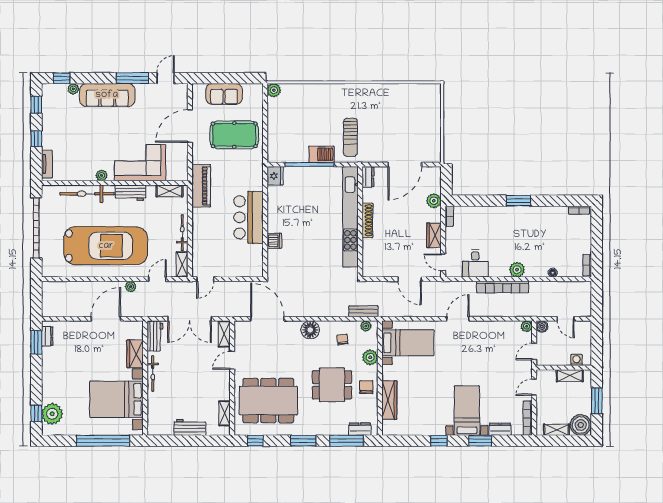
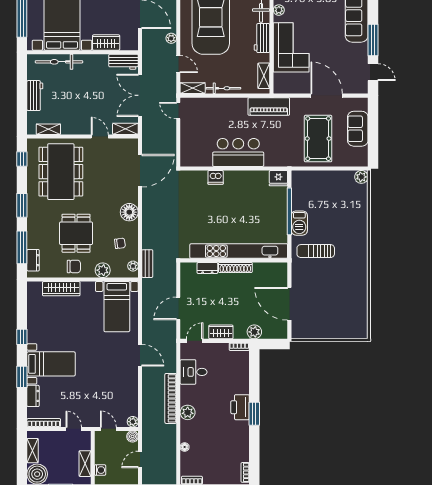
dresser: (368, 177) -> (207, 268), moved
printer: (512, 215) -> (240, 407), added
bicycle: (153, 373) -> (59, 62), moved, width x1.37, depth x1.40

